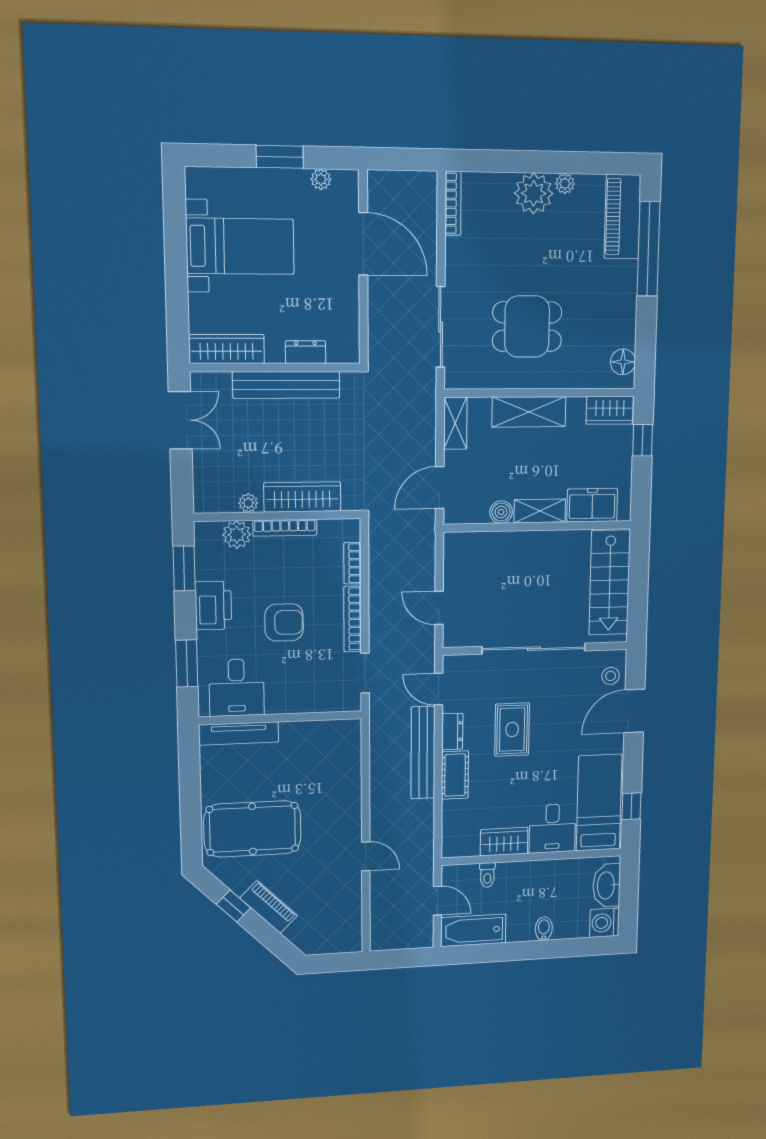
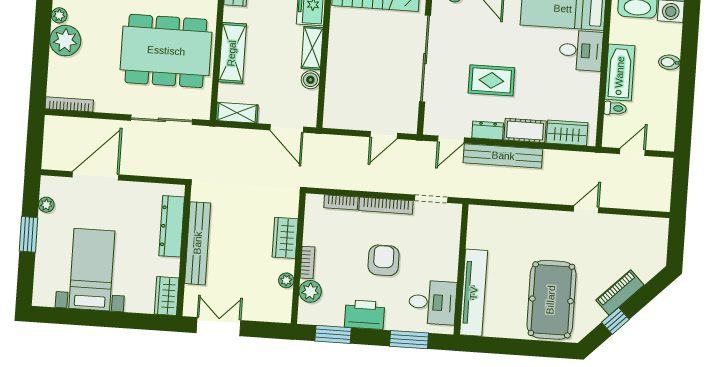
dining table: (527, 327) -> (166, 51), width x1.88, depth x1.24
wardrobe: (227, 349) -> (167, 296), width x0.67
dresser: (306, 352) -> (172, 226), width x1.96, depth x1.24
wardrobe: (302, 497) -> (285, 238), width x0.67
bookcase: (285, 528) -> (308, 262), width x0.64
tv unit: (239, 733) -> (474, 293), width x1.36, depth x1.29
wardrobe: (504, 842) -> (567, 133), moved, turned 90
bathtub: (473, 930) -> (620, 72), moved, turned 180

